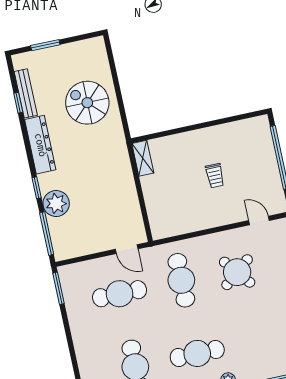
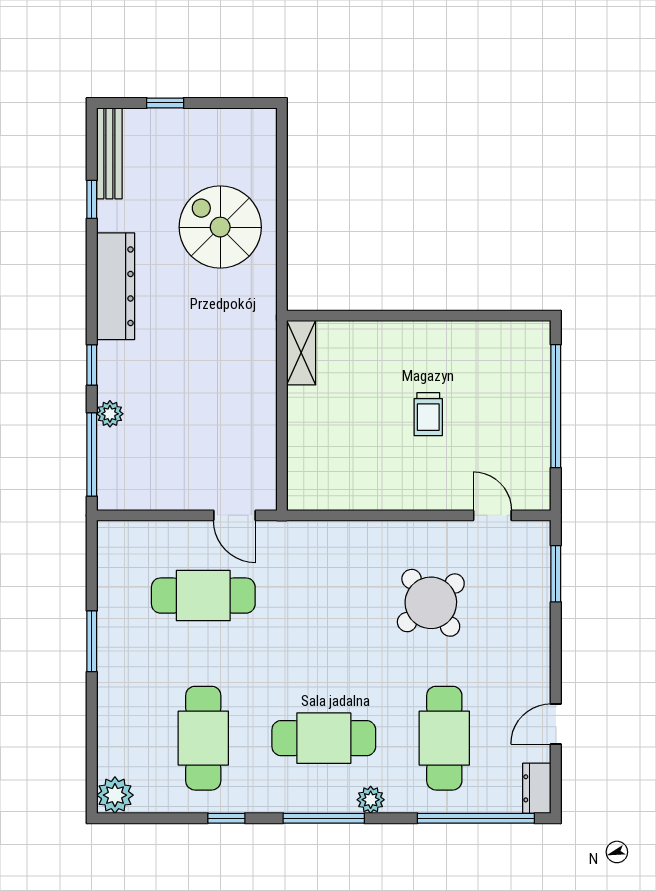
window: (45, 45) -> (165, 103), width x0.67
bench: (26, 93) -> (109, 153), moved
plant: (56, 203) -> (110, 414), width x0.53, depth x0.53
cafe table: (181, 280) -> (444, 738), moved
window: (58, 288) -> (92, 641), moved

